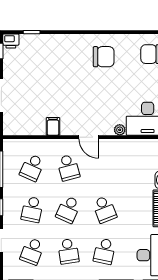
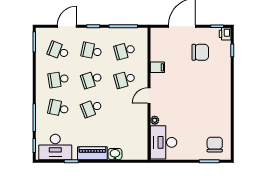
chair: (104, 57) -> (200, 52), moved, turned -90
school desk: (32, 168) -> (125, 51), turned -39
school desk: (68, 209) -> (92, 79), turned -42

